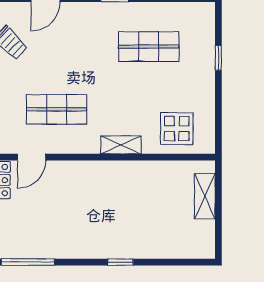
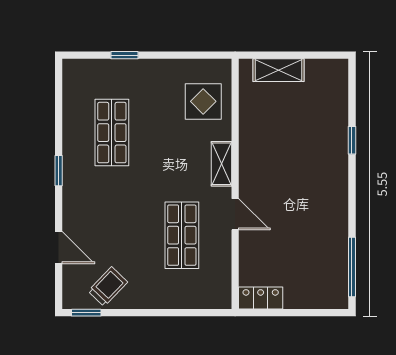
door: (32, 157) -> (235, 214), moved
window: (121, 262) -> (352, 140), moved

